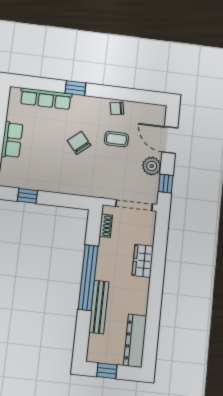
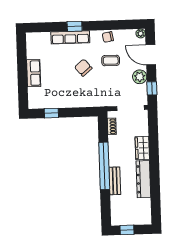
row of seats: (46, 99) -> (70, 37), moved
plant: (160, 111) -> (141, 33), added
bench: (99, 307) -> (115, 181), width x0.73
dresser: (135, 341) -> (143, 179), moved

